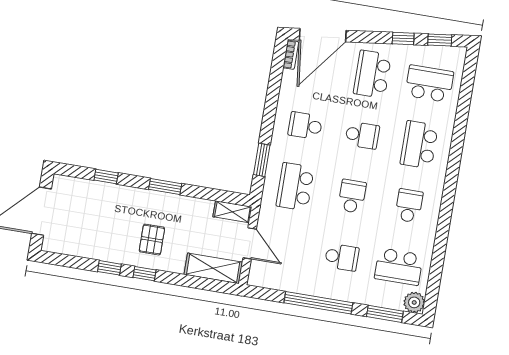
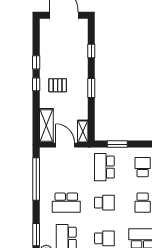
school desk: (295, 187) -> (104, 167), turned -90
door: (250, 243) -> (65, 145), swing flipped
school desk: (342, 257) -> (66, 203), width x1.85
window: (318, 303) -> (36, 179), moved

